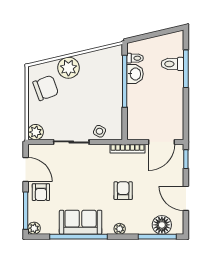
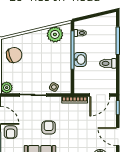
toilet: (172, 64) -> (108, 63), moved
plant: (68, 68) -> (55, 34), moved
washbasin: (135, 74) -> (80, 59), moved
armchair: (123, 191) -> (49, 128), moved

